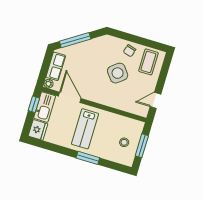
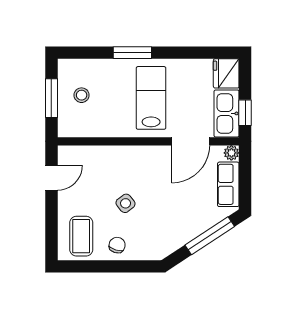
side table: (118, 73) -> (126, 203), width x0.54, depth x0.54
door: (70, 97) -> (191, 141), hinge flipped

